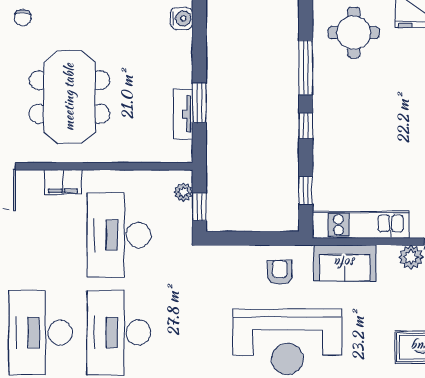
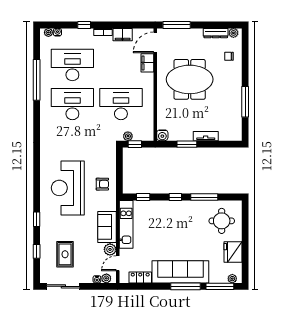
water cooler: (182, 18) -> (162, 135), moved
tv unit: (183, 114) -> (206, 136), moved
filing cabinet: (63, 182) -> (147, 63), moved
plant: (183, 192) -> (128, 136), moved
sofa: (345, 263) -> (107, 227), moved

